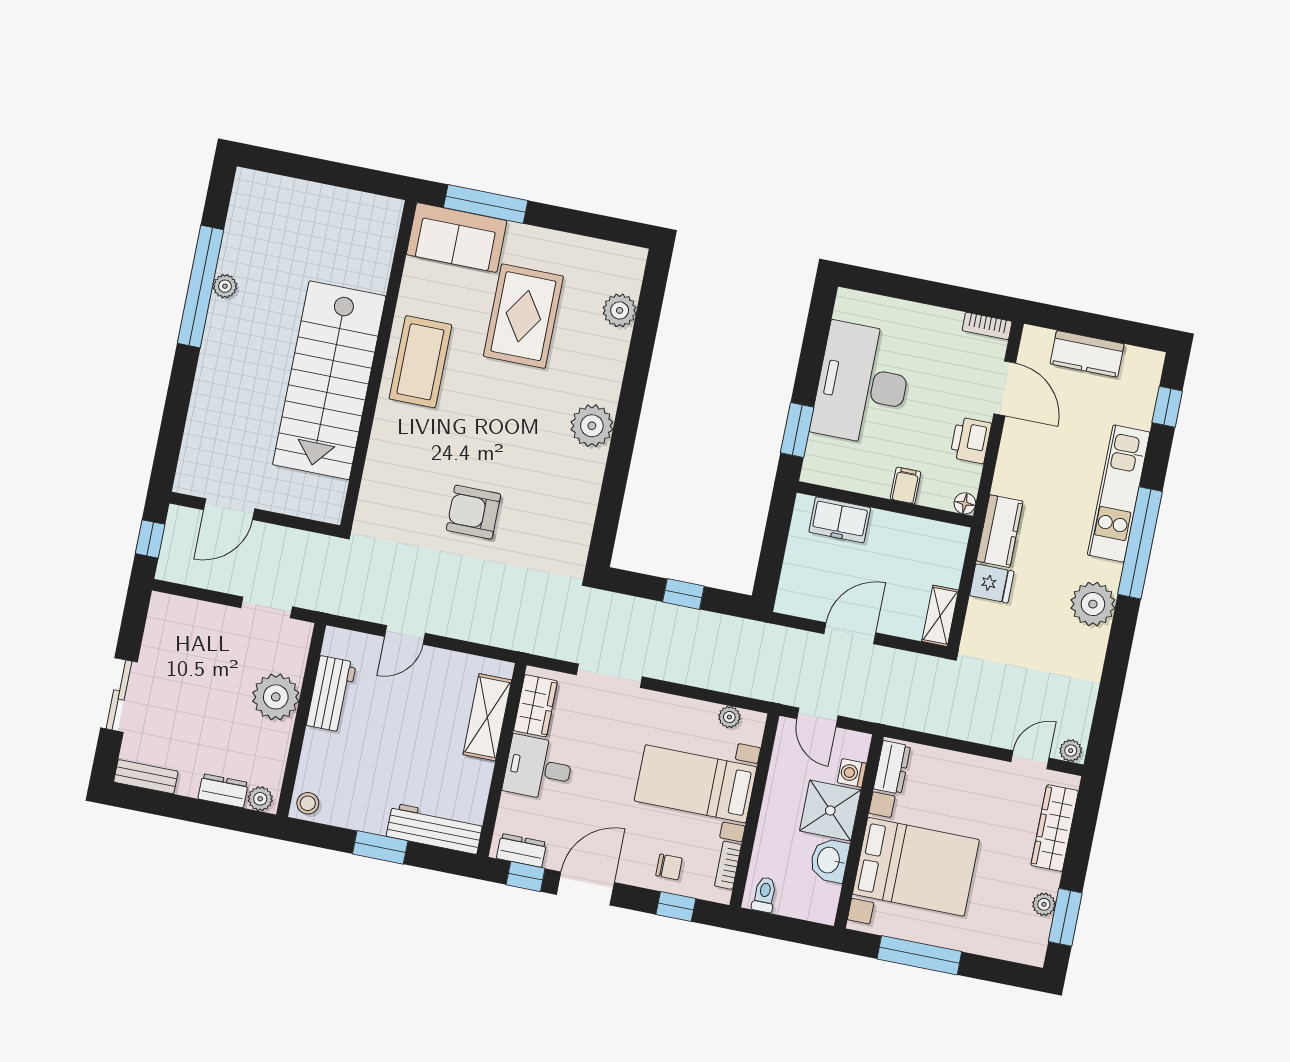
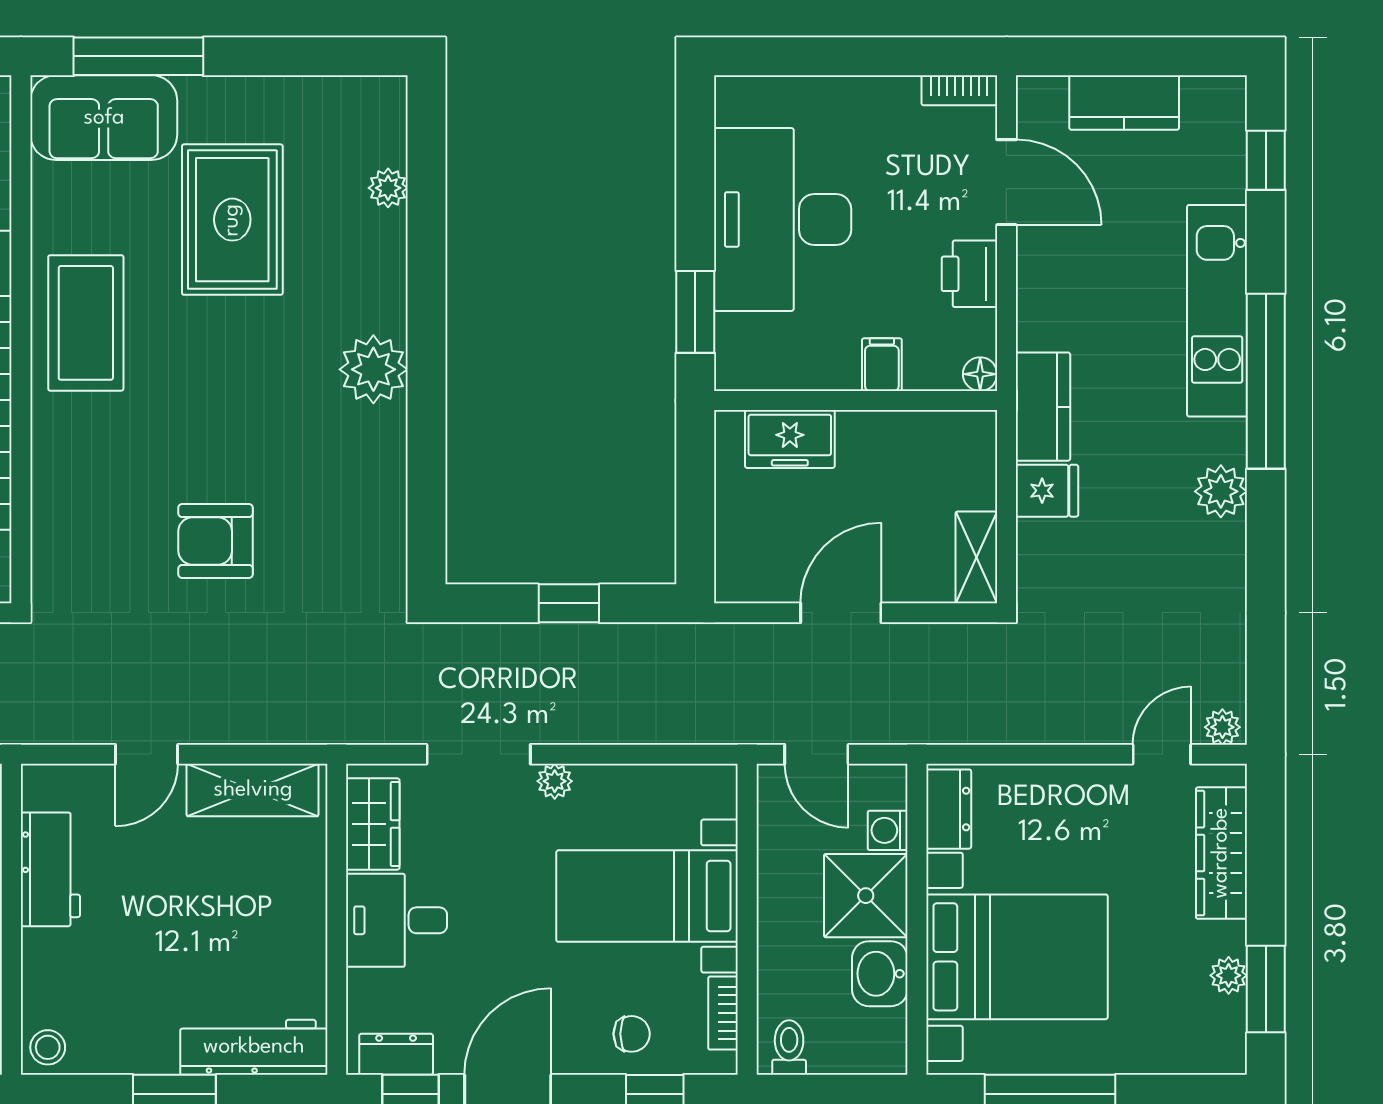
plant: (620, 310) -> (388, 188), width x0.73, depth x0.73
plant: (1093, 604) -> (1221, 491), width x0.73, depth x0.73
shelving: (487, 717) -> (253, 790), moved, turned 90
plant: (729, 717) -> (555, 781), moved

